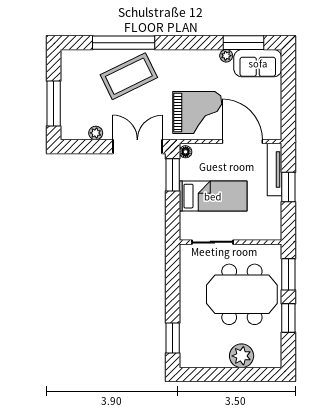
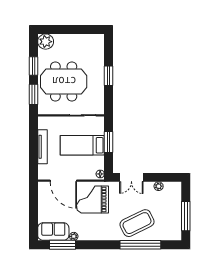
window: (54, 104) -> (186, 216), moved
double door: (137, 147) -> (131, 177), width x0.73
tv unit: (274, 170) -> (42, 147), moved
window: (173, 175) -> (109, 142), moved
window: (288, 187) -> (33, 151), removed
window: (173, 338) -> (109, 76), moved
plant: (242, 356) -> (46, 42), moved

